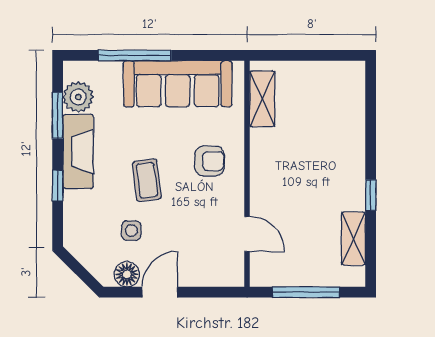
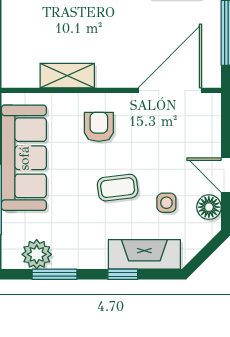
shelving: (262, 99) -> (67, 76), moved
fireplace: (78, 151) -> (144, 254), moved
door: (247, 234) -> (170, 90), width x1.87

